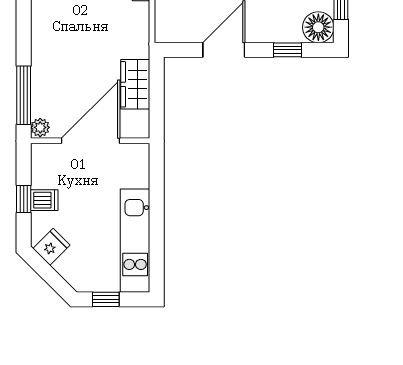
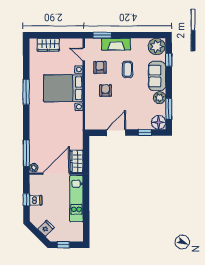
wardrobe: (135, 84) -> (76, 161), moved
kitchen unit: (135, 241) -> (76, 199), moved
fridge: (51, 247) -> (46, 228), moved

